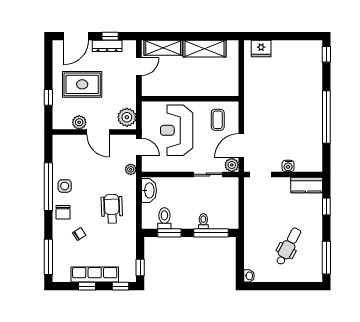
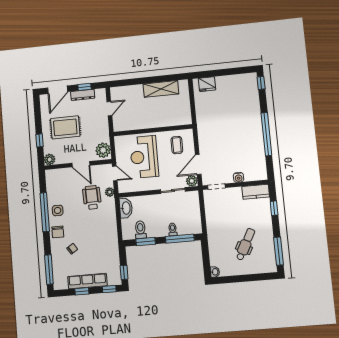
shelving: (163, 48) -> (128, 92), removed
plant: (79, 122) -> (50, 159), moved
wheelchair: (112, 209) -> (92, 197), moved

